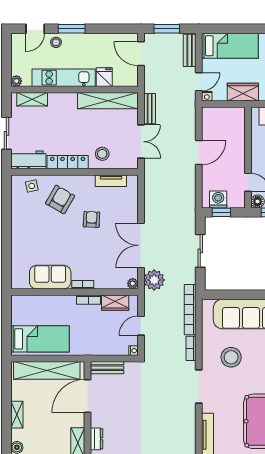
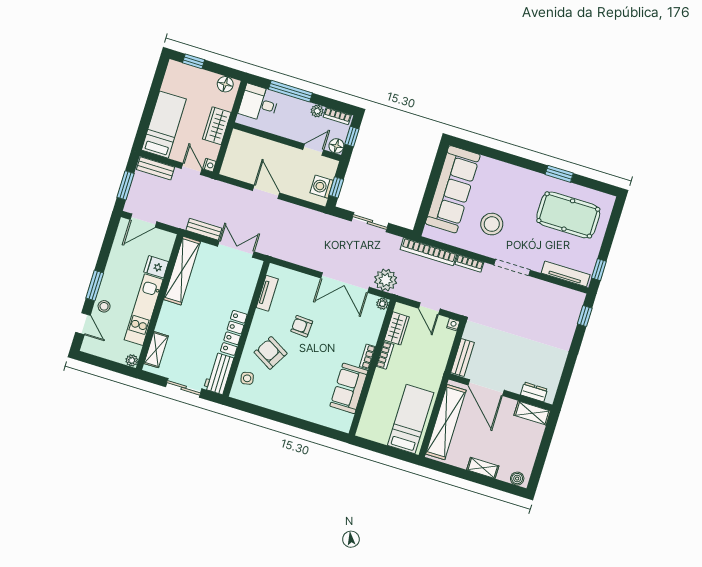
stool: (102, 154) -> (236, 294), removed

